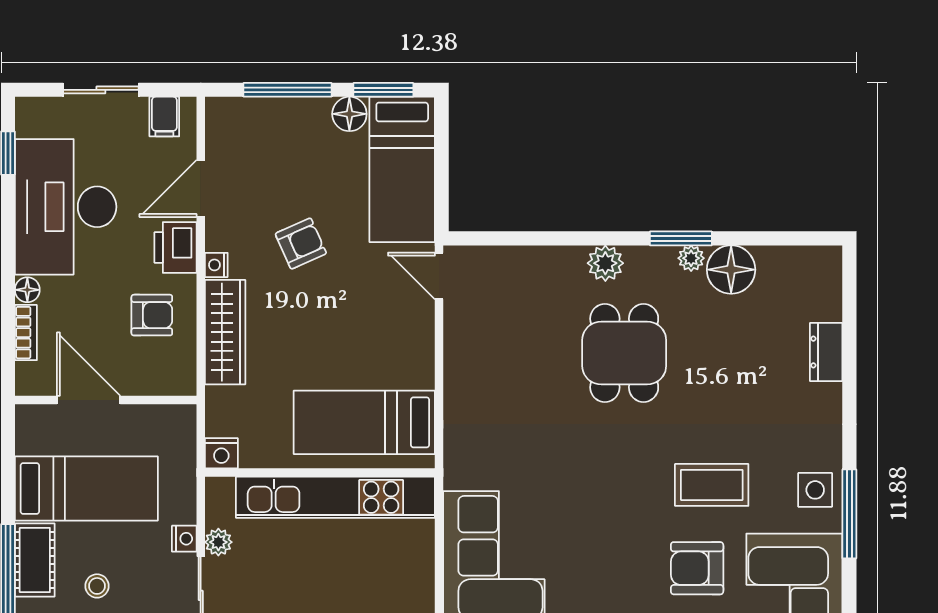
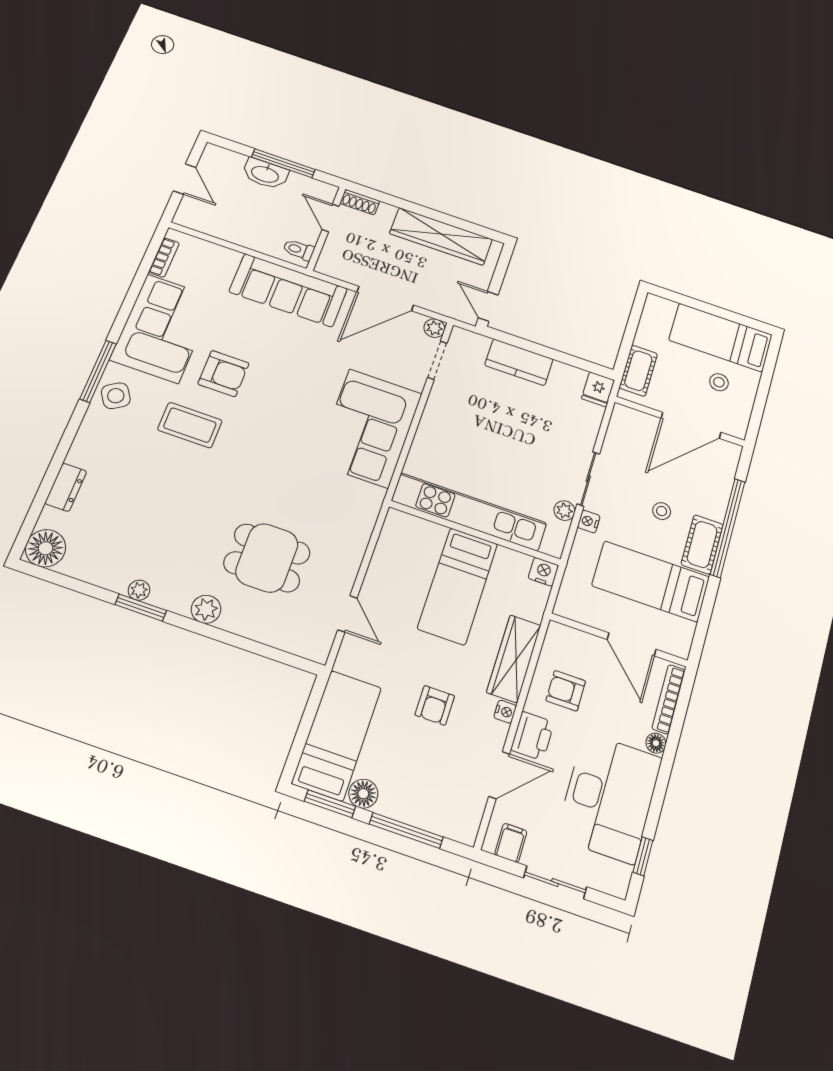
armchair: (301, 243) -> (435, 705), turned -66
floor lamp: (731, 270) -> (46, 548), moved
door: (439, 276) -> (347, 614), moved
bookcase: (26, 333) -> (669, 699), width x1.56
dining table: (624, 353) -> (267, 558), moved, turned 90
bed: (364, 422) -> (458, 586), moved, turned 90
side table: (815, 490) -> (116, 396), turned -33

